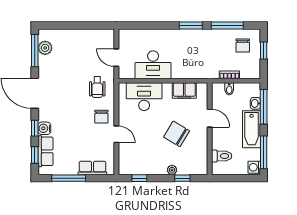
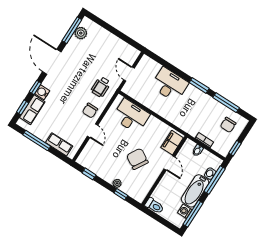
window: (264, 51) -> (235, 148), moved
desk: (153, 65) -> (170, 85), moved, turned 180
filing cabinet: (184, 91) -> (172, 143), moved, turned 90
toilet: (222, 156) -> (154, 206), moved
washing machine: (254, 167) -> (185, 211), moved

